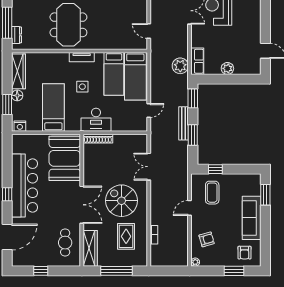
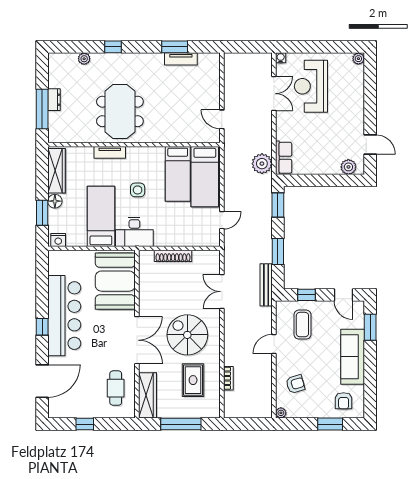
dresser: (17, 35) -> (54, 100), moved
tv unit: (82, 57) -> (110, 152), moved
plant: (227, 68) -> (348, 167), moved
desk: (96, 120) -> (134, 232), moved
bench: (184, 123) -> (266, 285), moved
shoe rack: (98, 139) -> (173, 256), moved
door: (244, 169) -> (343, 295), added

